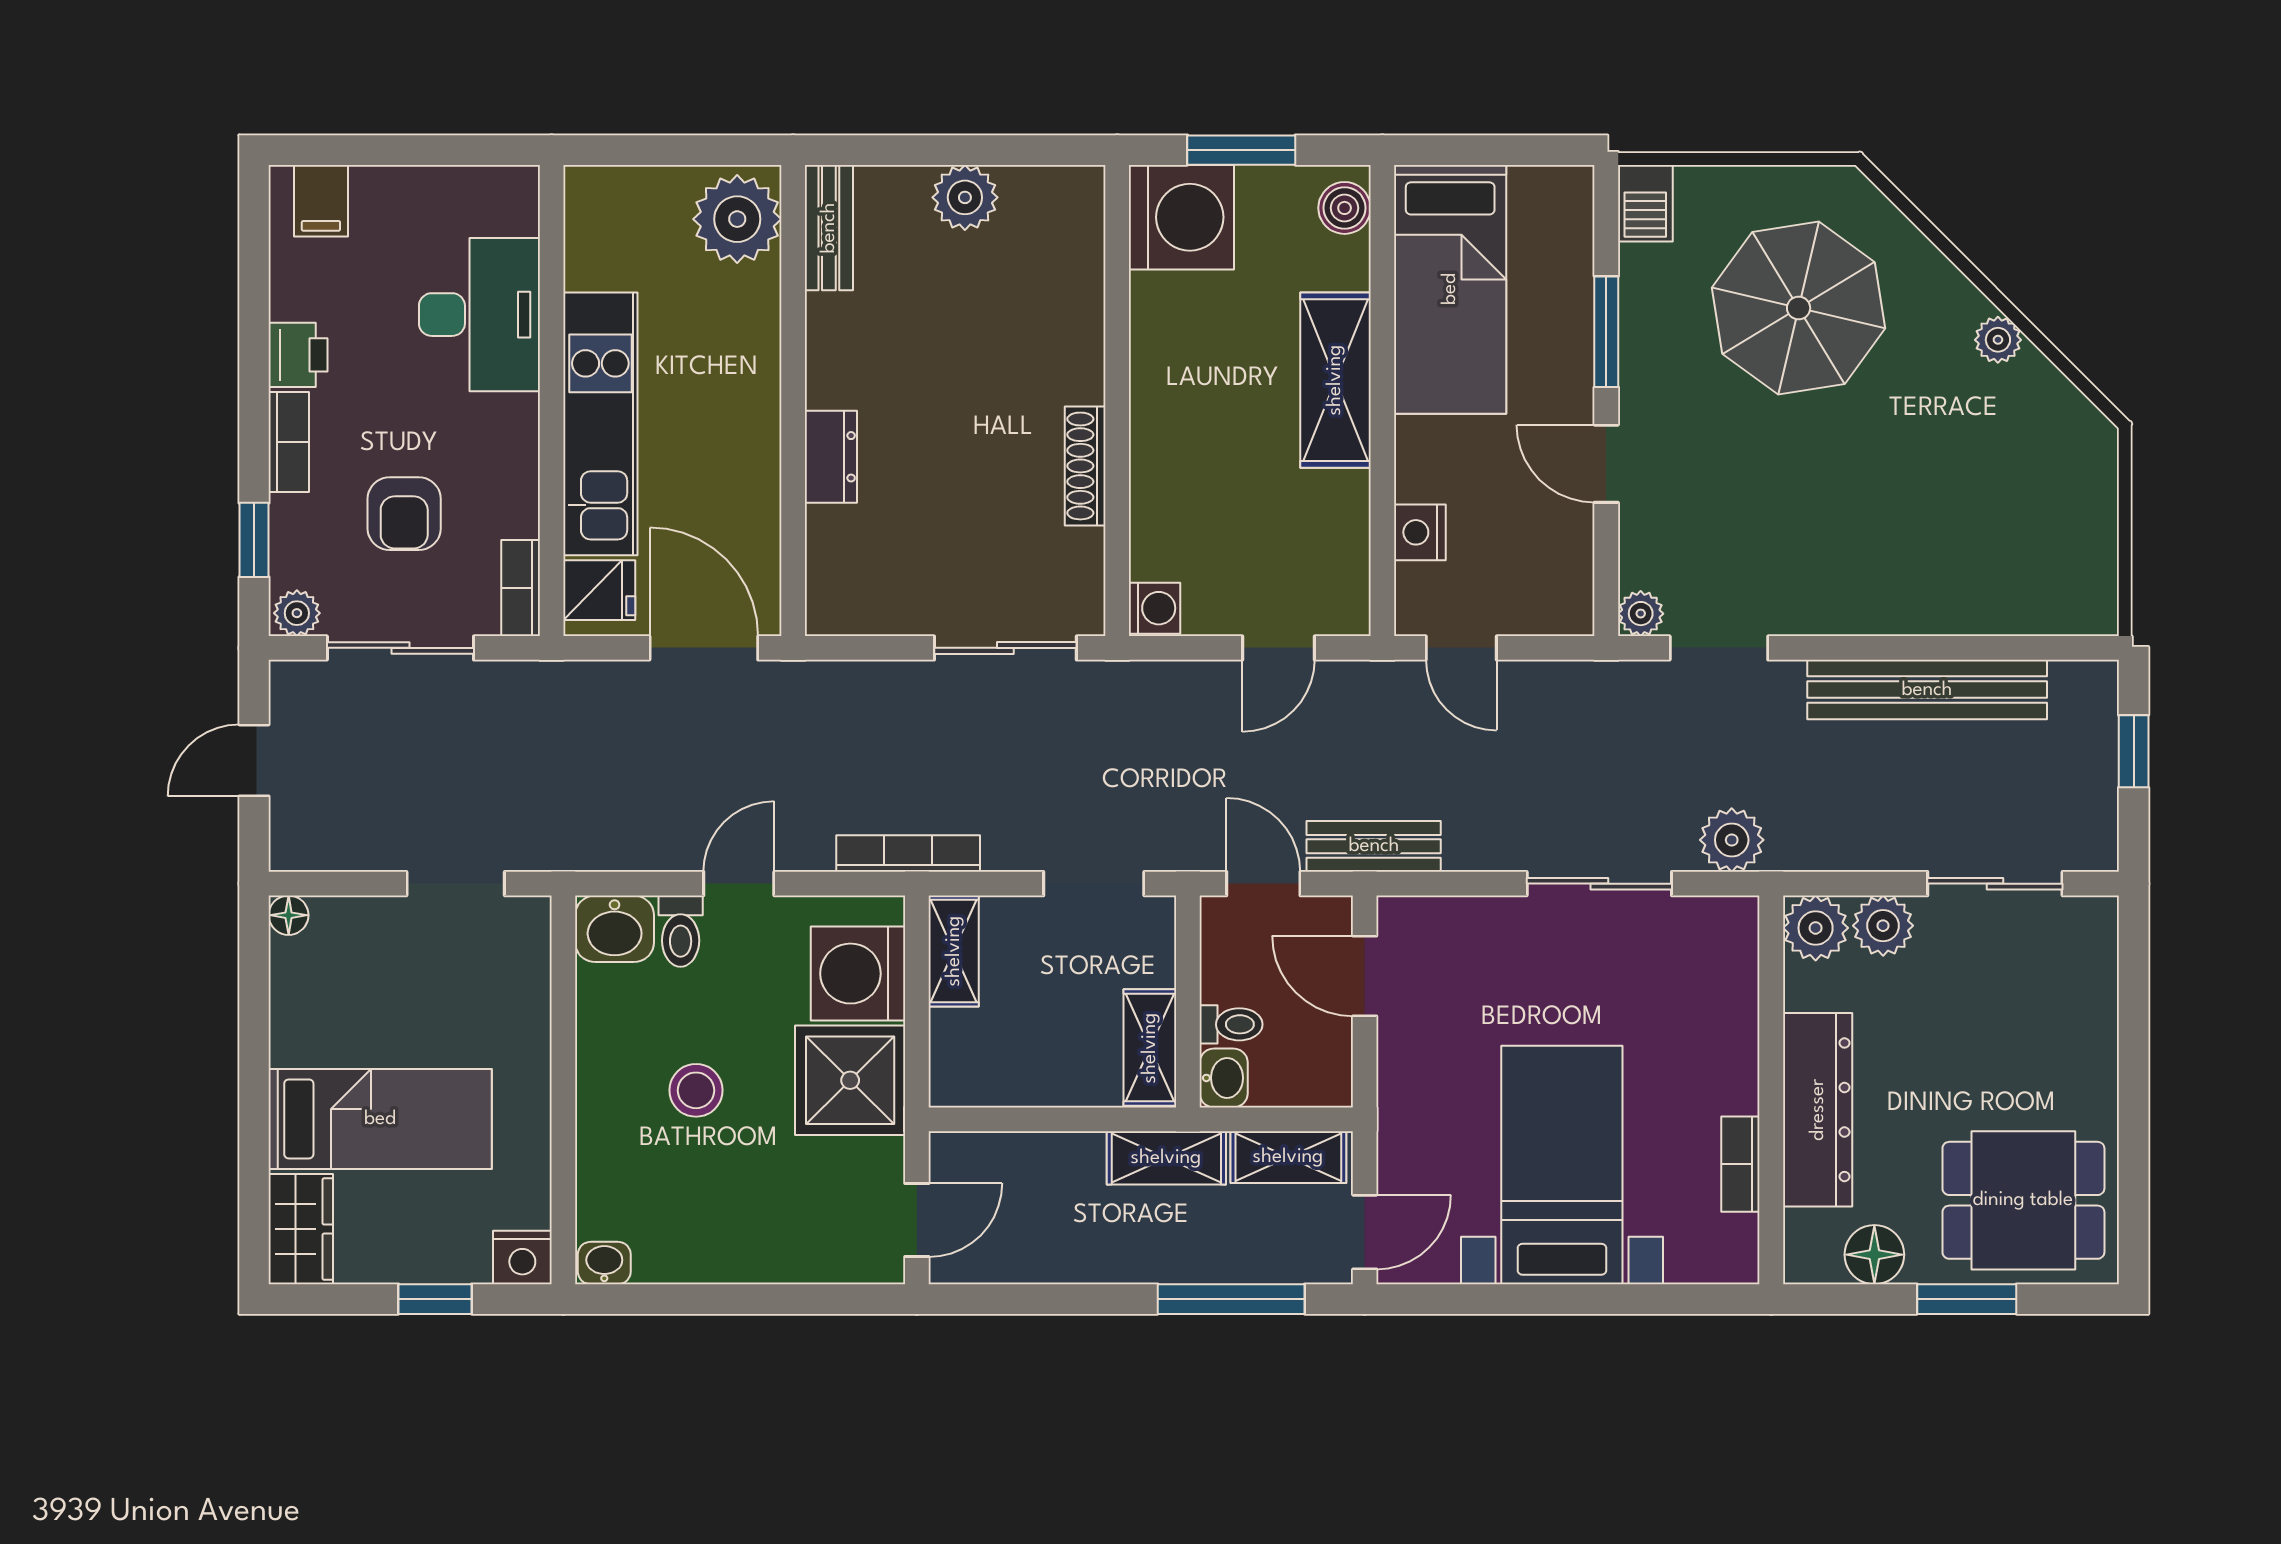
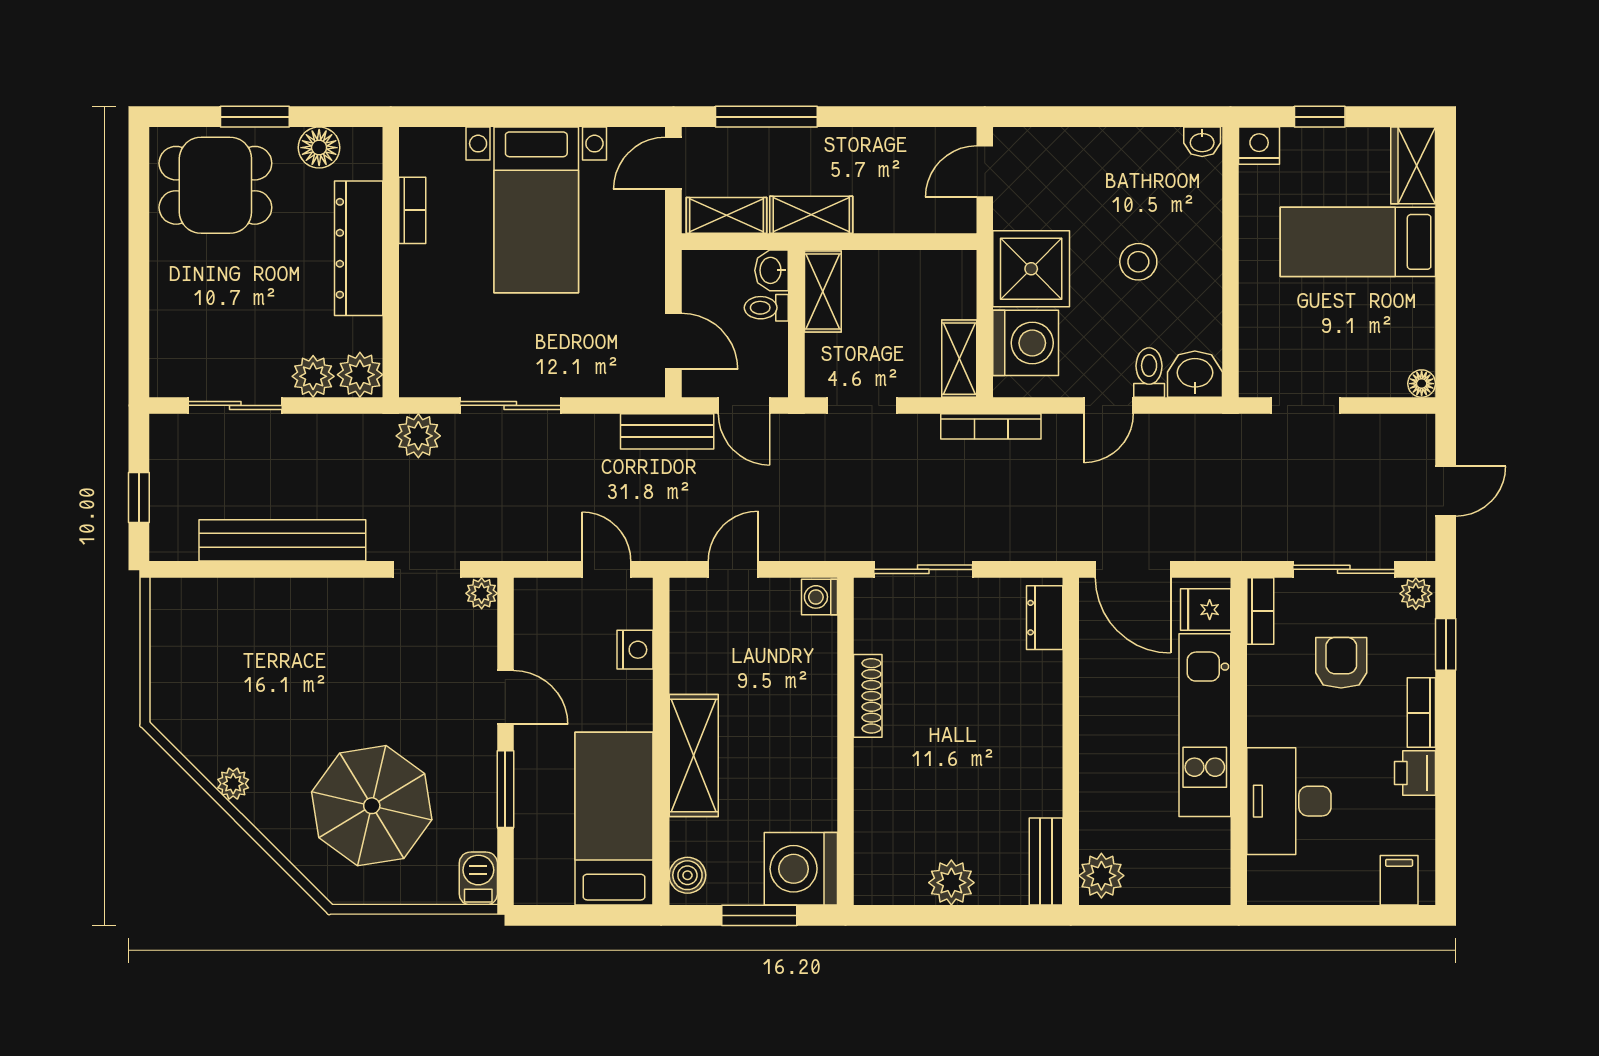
plant: (737, 219) -> (1101, 876), width x0.73, depth x0.73
dresser: (831, 457) -> (1045, 618), moved

